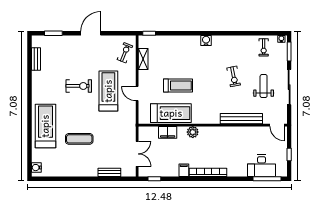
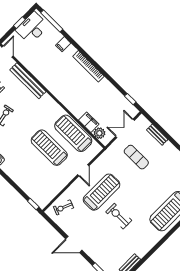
shelving: (143, 59) -> (55, 190), removed
treadmill: (178, 86) -> (49, 148), width x1.37, depth x1.38
treadmill: (108, 91) -> (102, 192), turned 180
plant: (193, 132) -> (99, 133), moved
exercise mat: (79, 139) -> (136, 157), moved
desk: (262, 166) -> (32, 28), moved, turned -90
filing cabinet: (184, 170) -> (63, 44), moved

